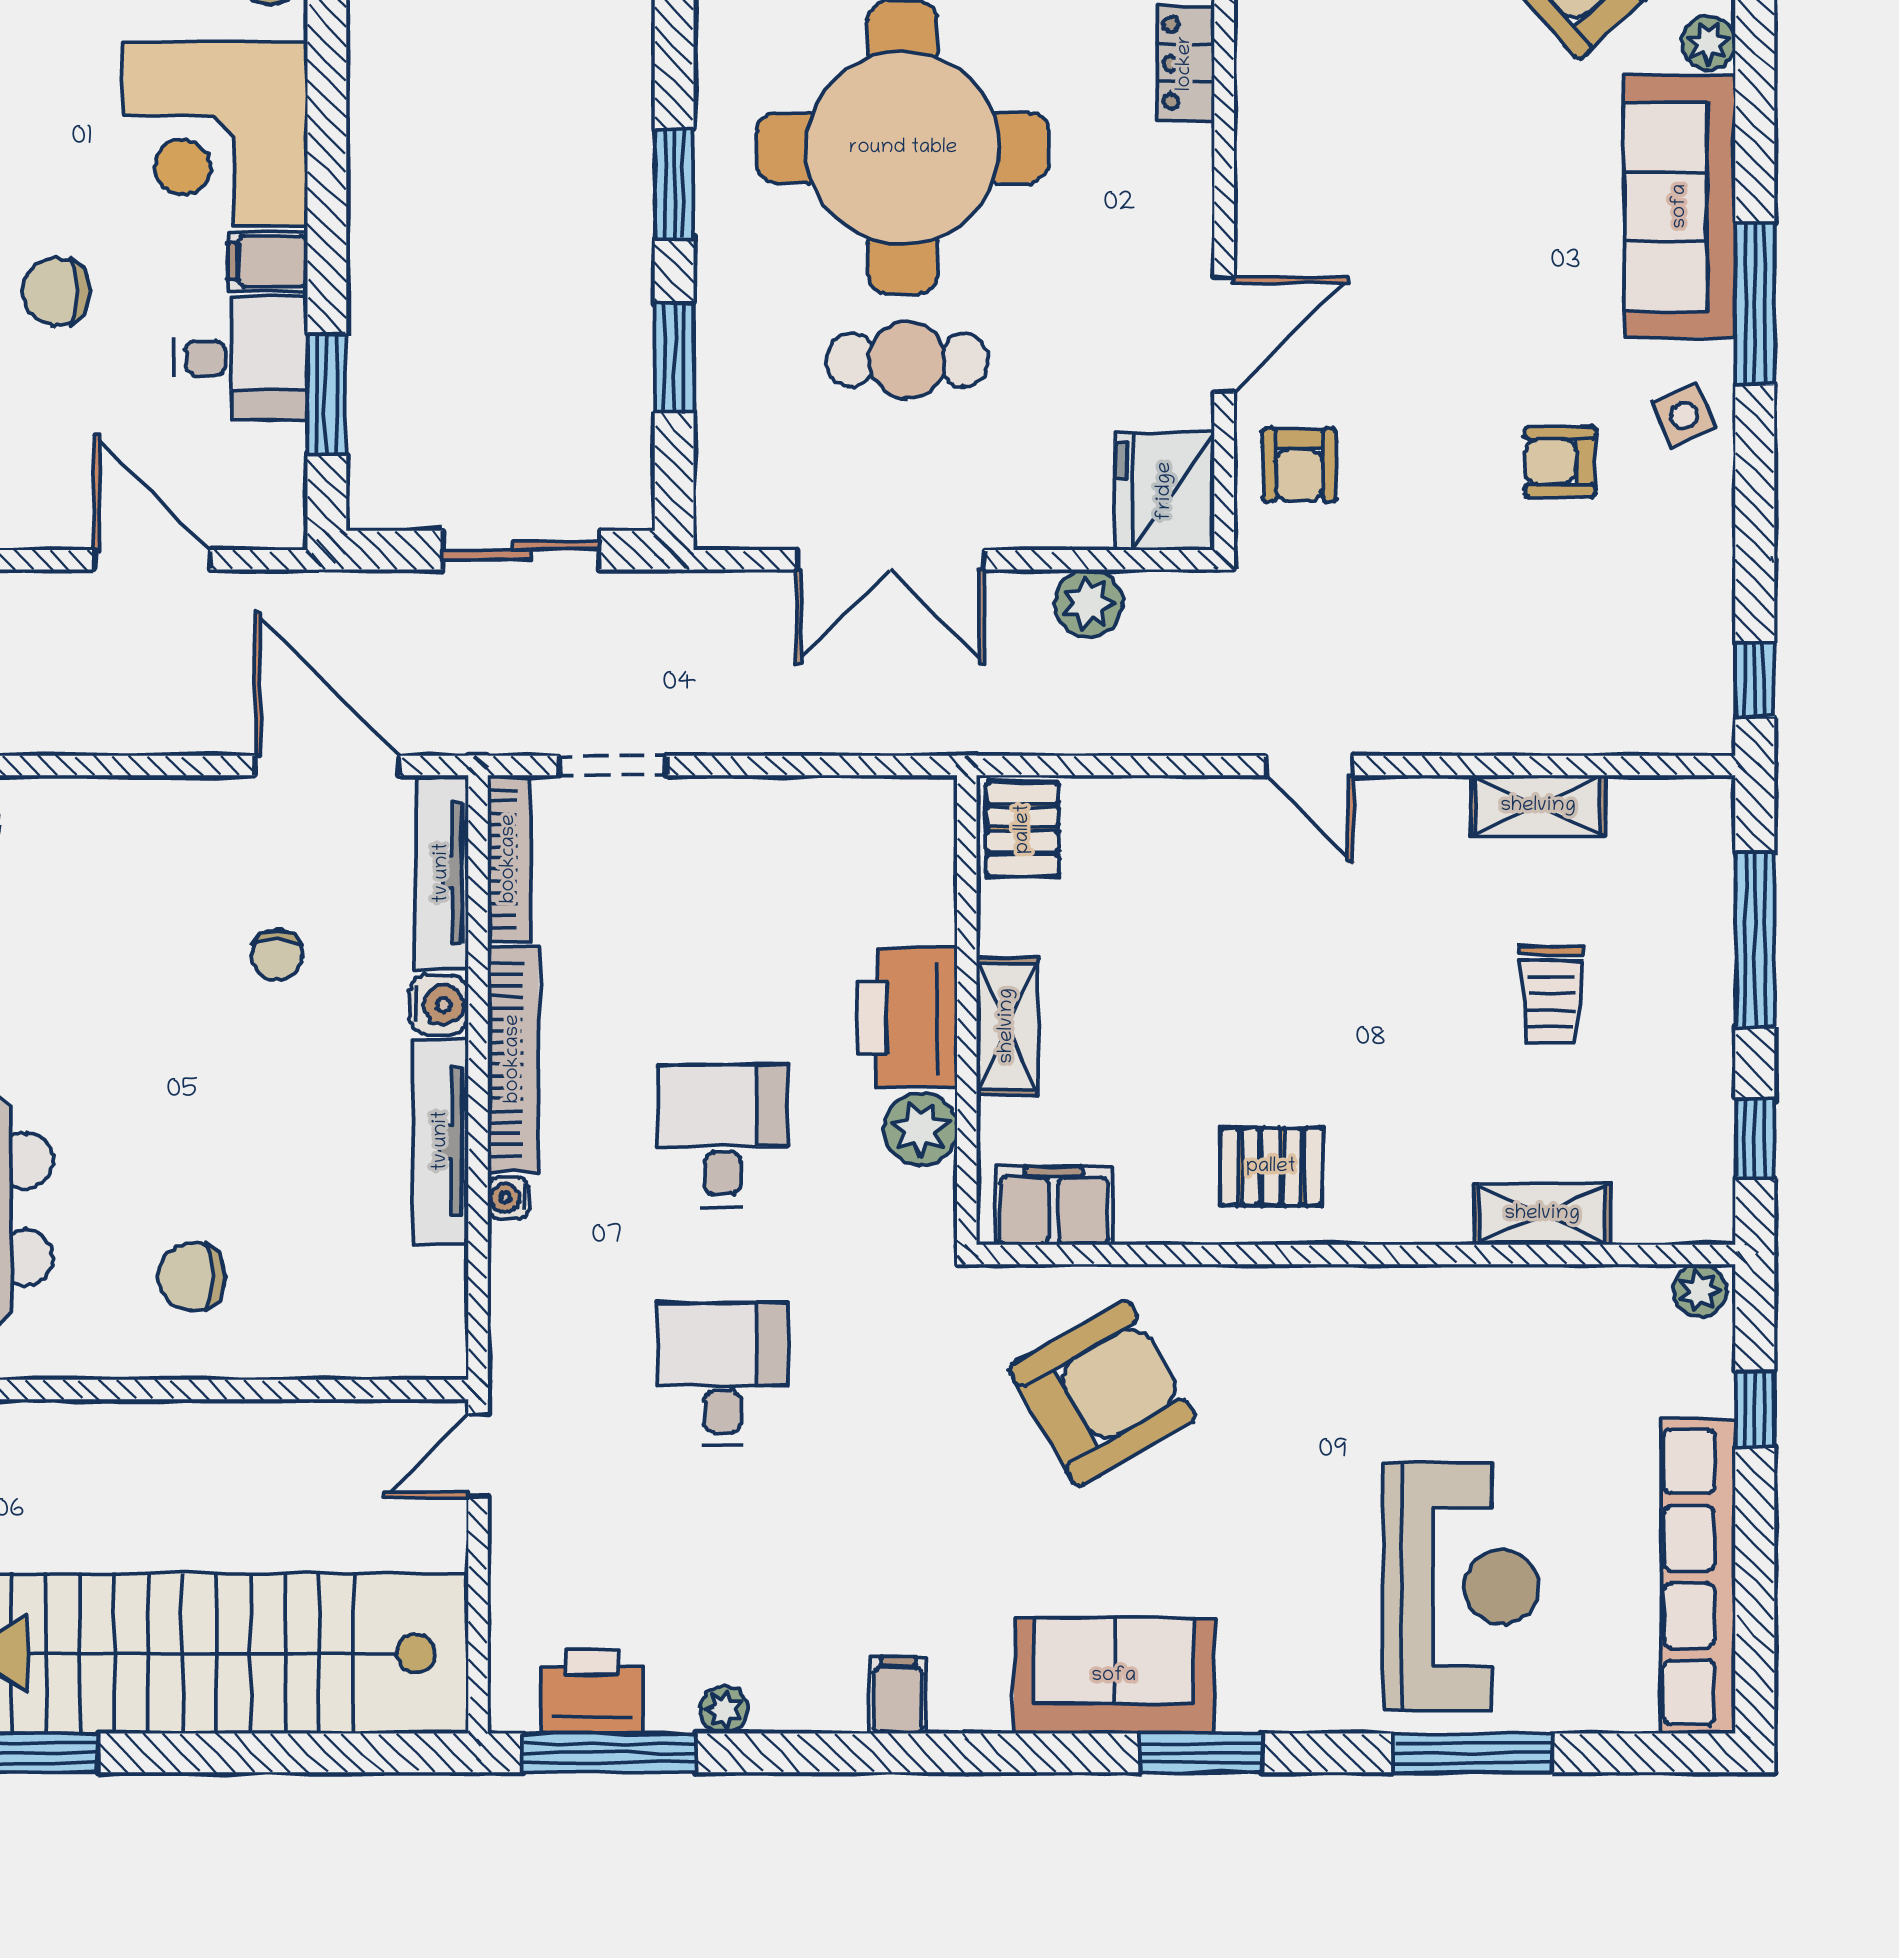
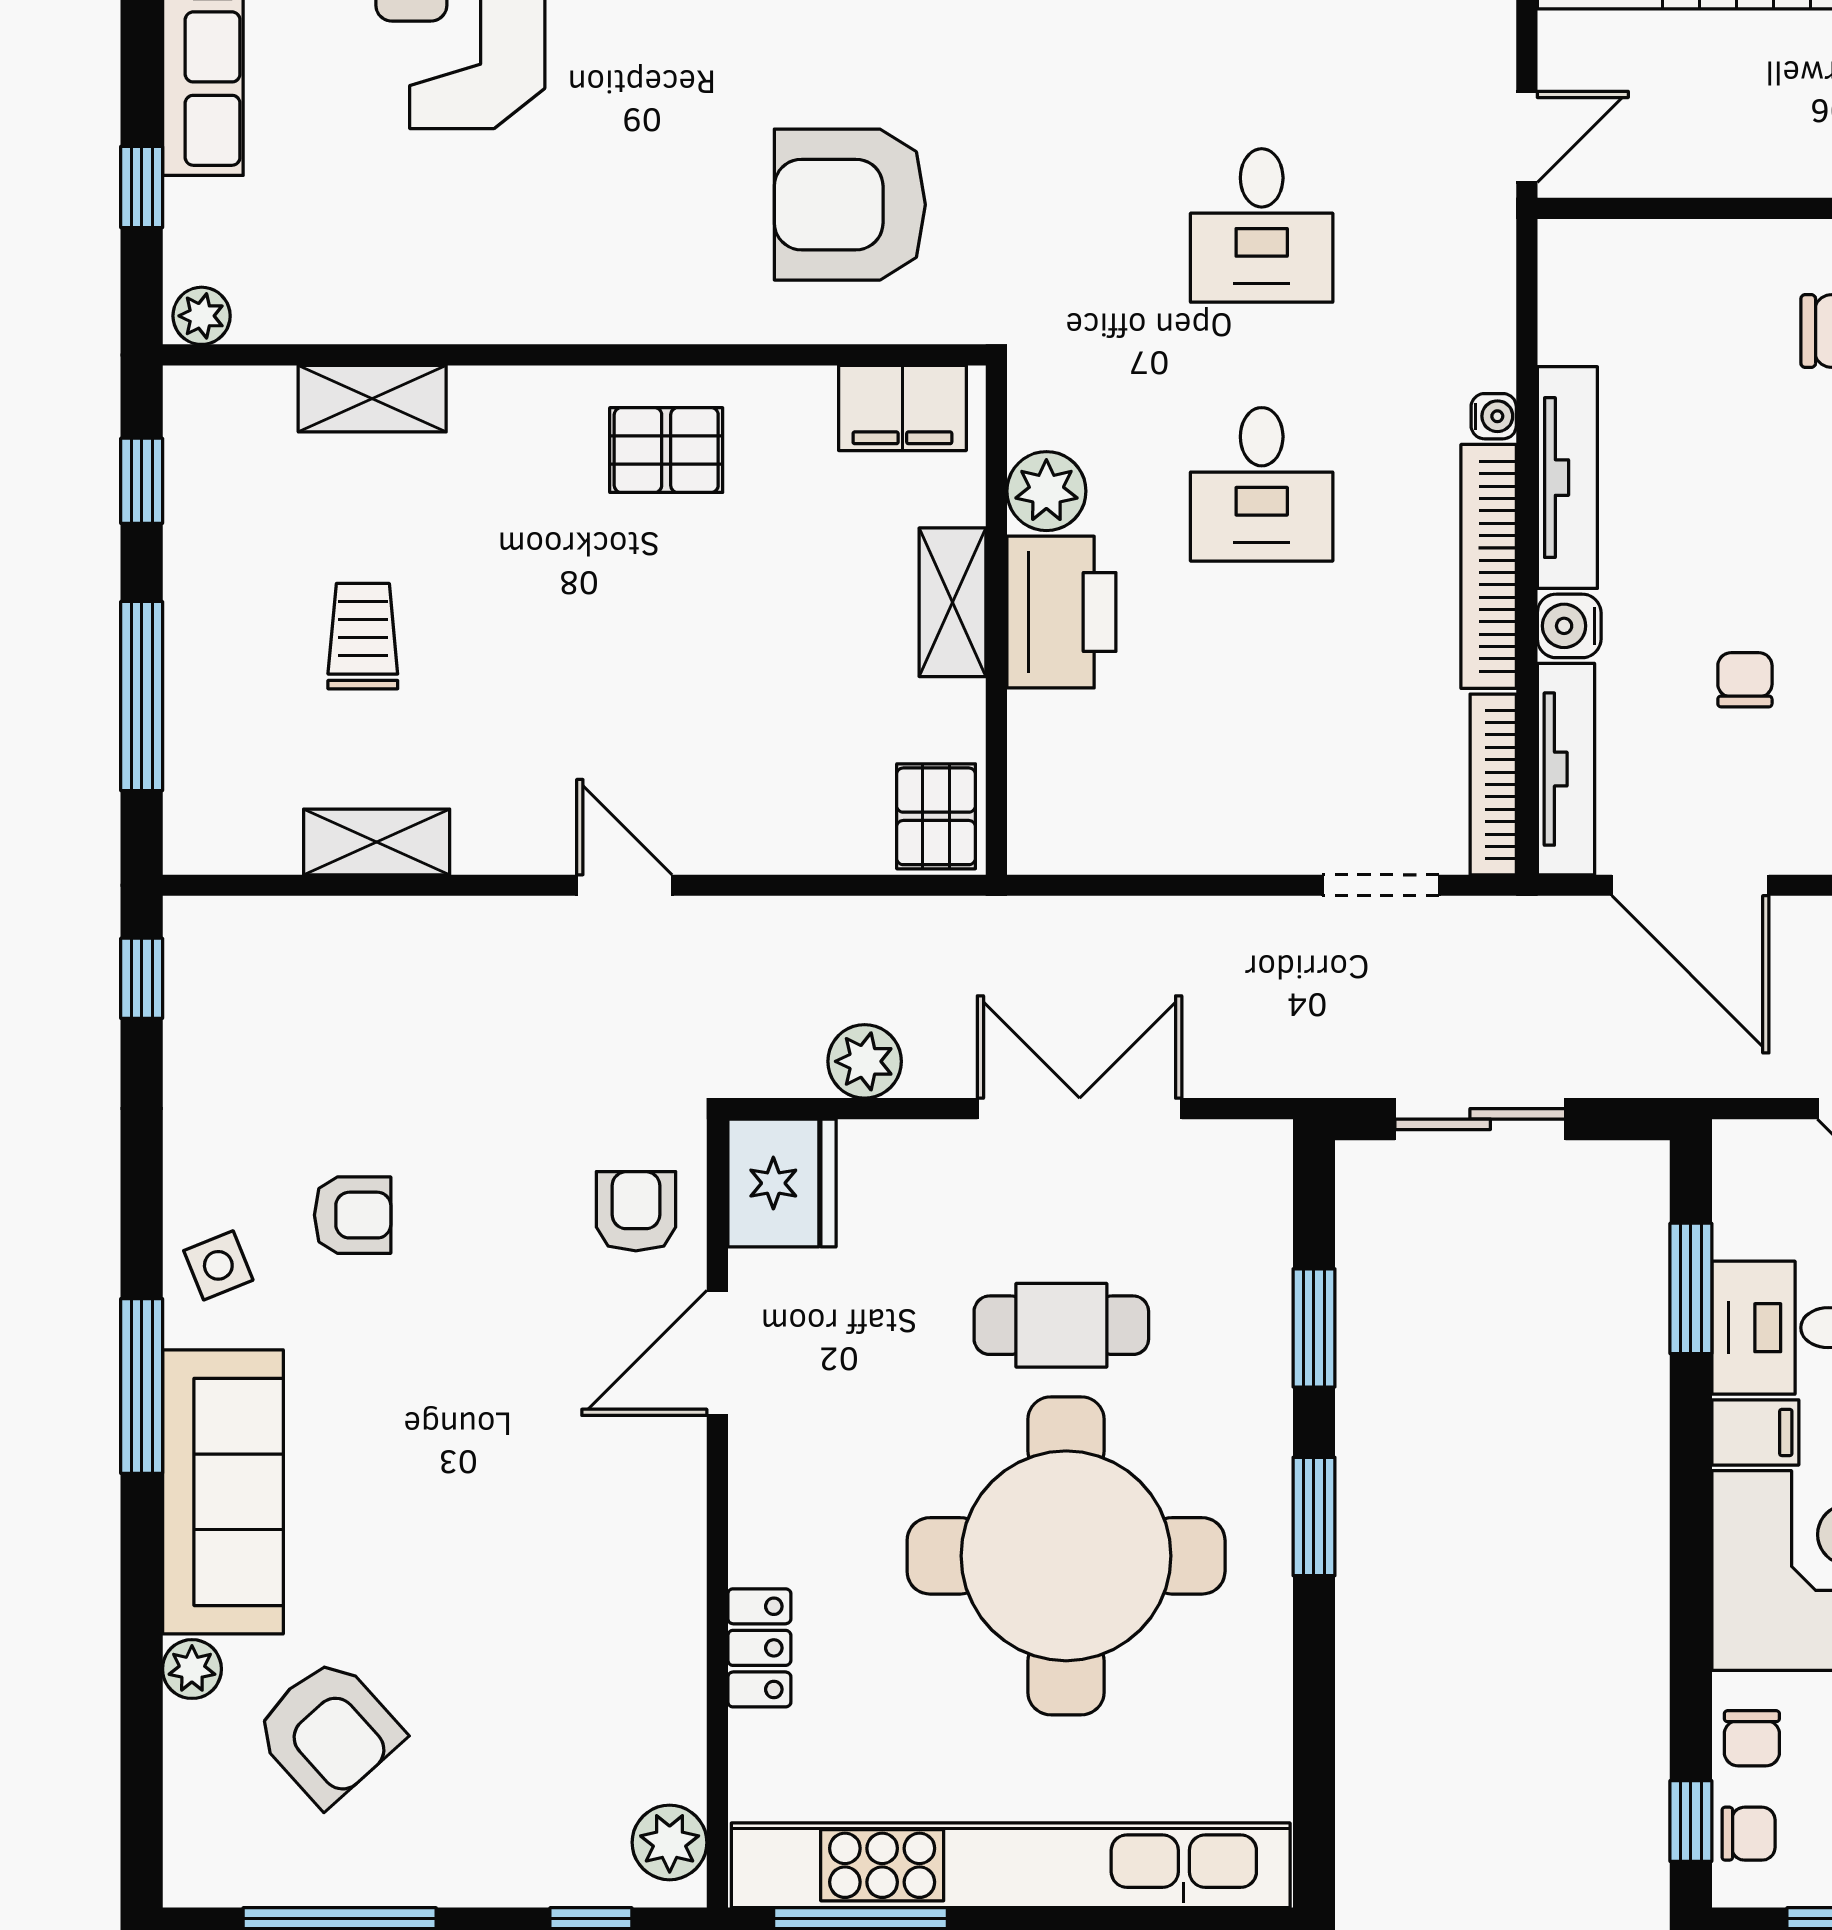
armchair: (1102, 1393) -> (850, 205), turned 30

